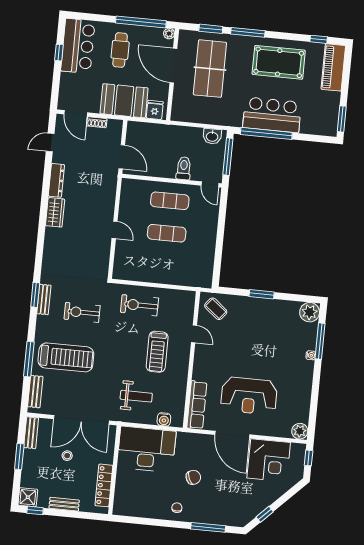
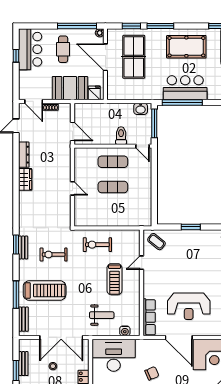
door: (194, 334) -> (142, 263), swing flipped
bench: (31, 433) -> (23, 364), moved

